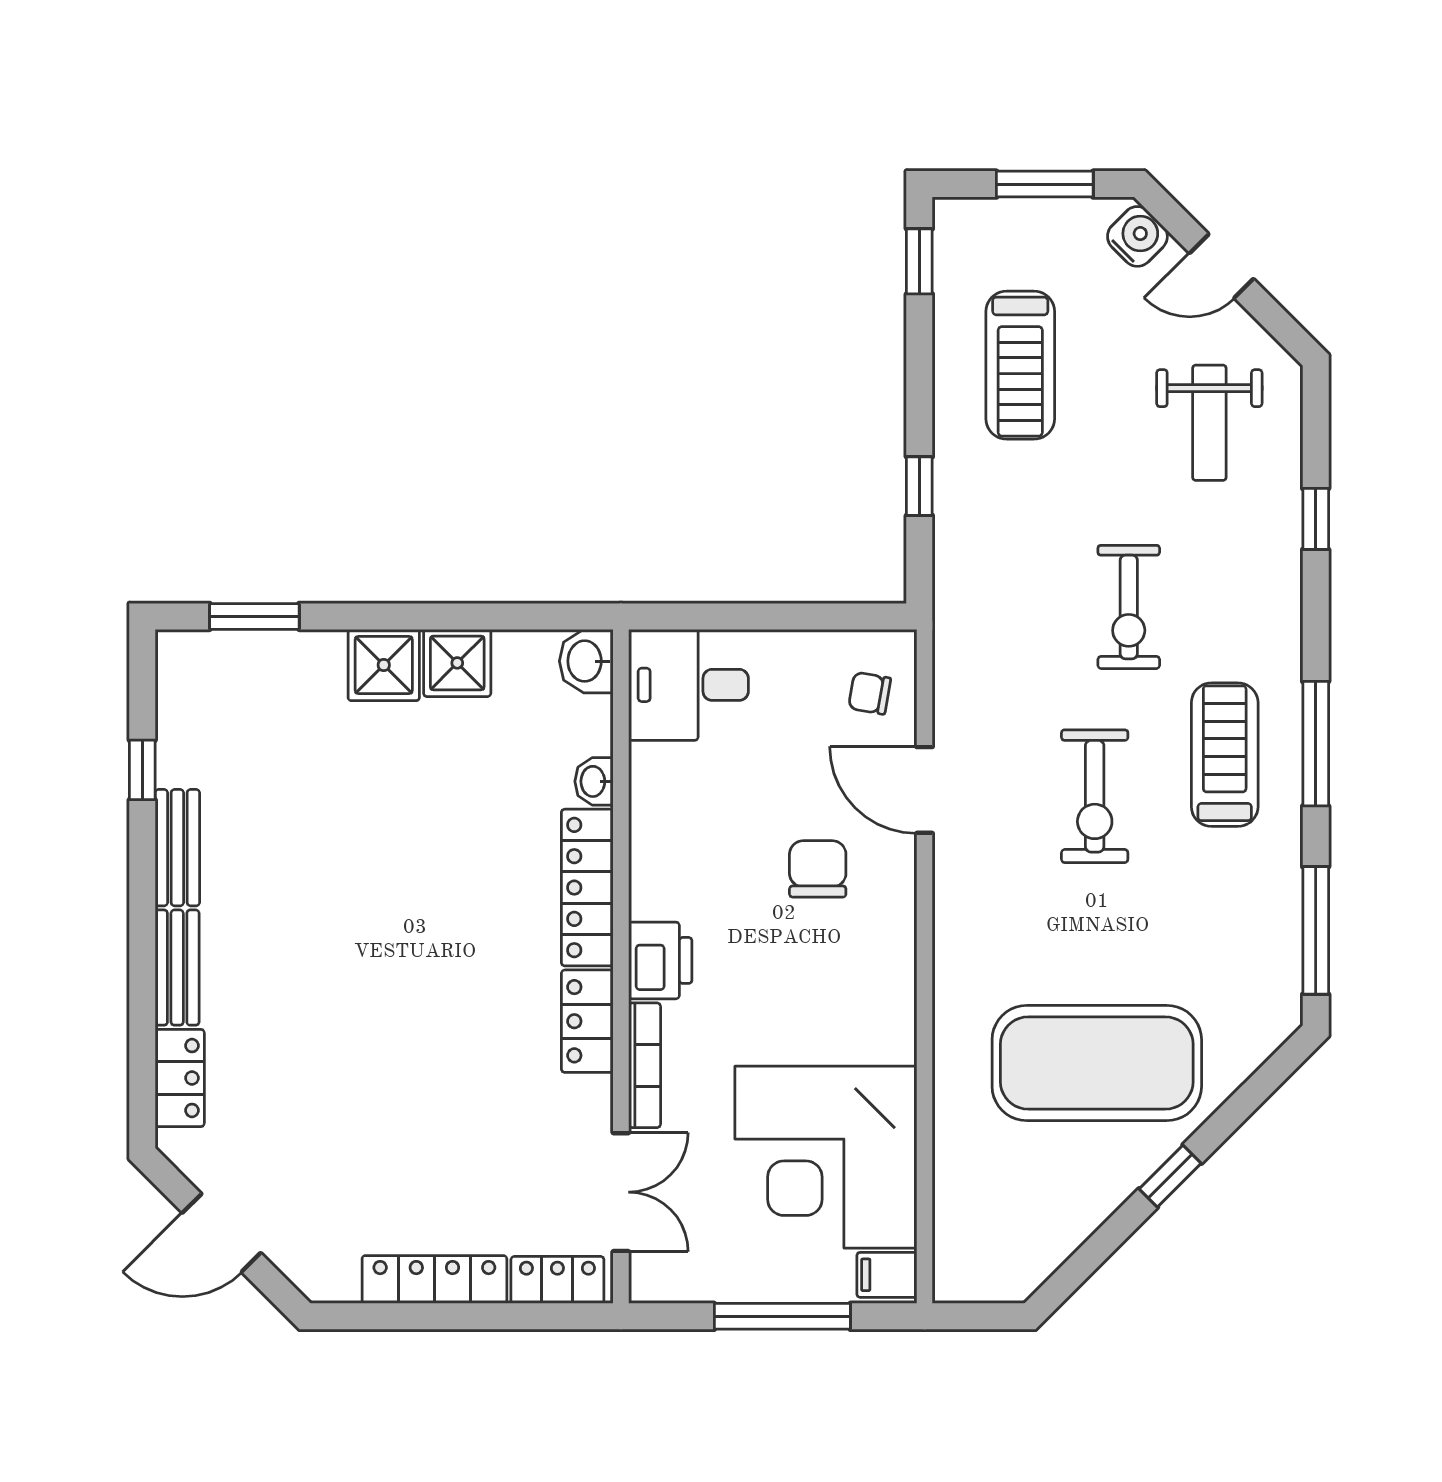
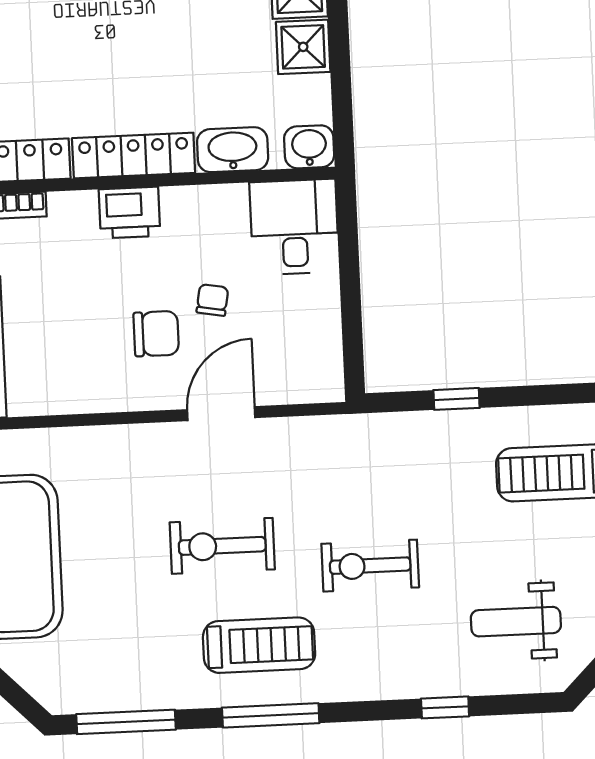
chair: (870, 693) -> (212, 300), moved
washbasin: (594, 781) -> (233, 150), width x1.91, depth x1.45
printer: (660, 960) -> (130, 213), moved

